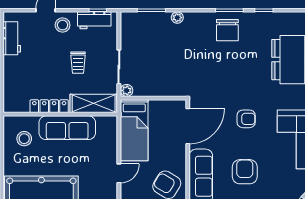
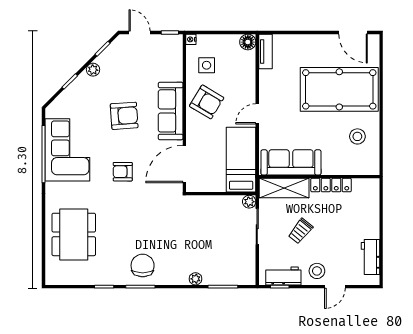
trolley: (78, 63) -> (300, 231), turned -141
sofa: (67, 128) -> (291, 162), moved
stool: (24, 139) -> (357, 136), moved
armchair: (245, 172) -> (124, 116), turned -94

